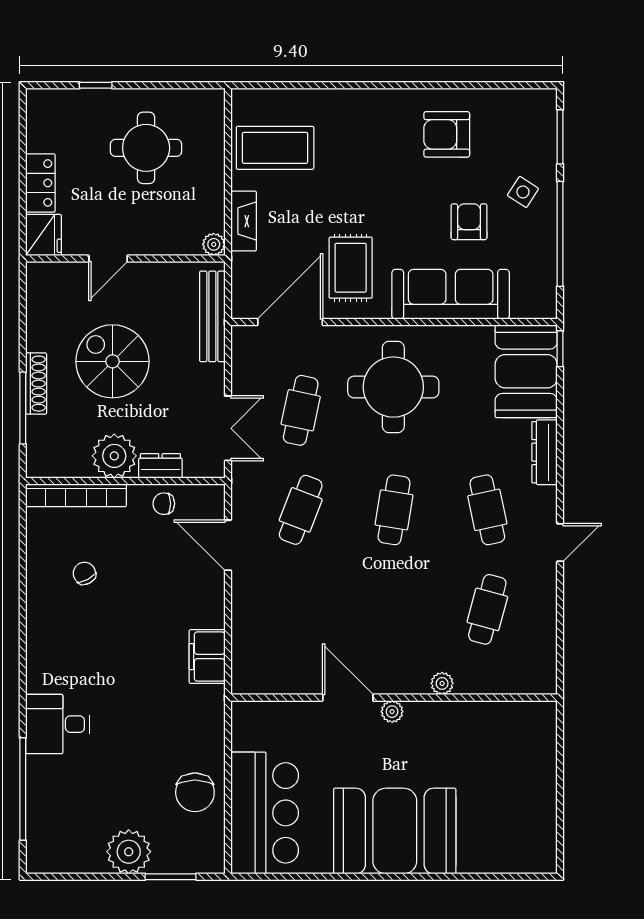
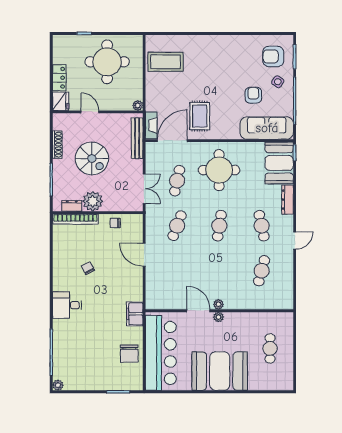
armchair: (447, 134) -> (273, 56), moved
round table: (146, 148) -> (107, 62), width x1.36, depth x1.36
fireplace: (244, 221) -> (151, 125), moved
door: (108, 259) -> (90, 112), swing flipped
sofa: (451, 294) -> (267, 128), moved
spiral stairs: (113, 361) -> (92, 158), turned 180
shoe rack: (36, 384) -> (57, 145), moved
dresser: (160, 466) -> (72, 206), moved
door: (228, 545) -> (144, 255), moved
chair: (84, 573) -> (88, 268), moved
filing cabinet: (207, 657) -> (135, 314), moved
plant: (442, 683) -> (219, 304), moved
desk: (58, 724) -> (67, 305), moved
cafe table: (506, 781) -> (270, 348), added
bar counter: (265, 813) -> (161, 353), width x1.36
plant: (129, 852) -> (58, 385), moved, width x0.53, depth x0.53

